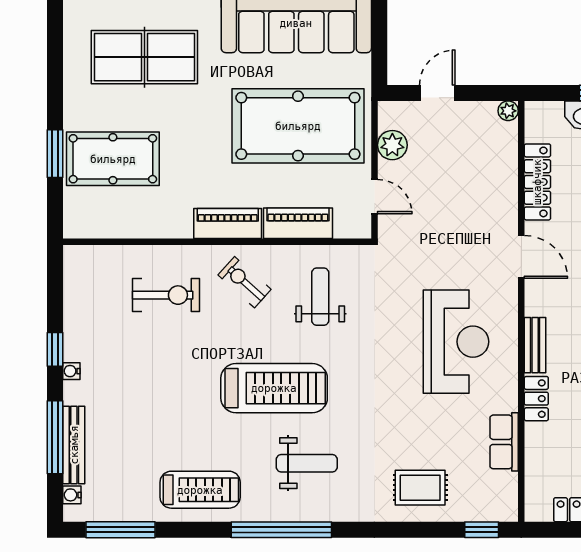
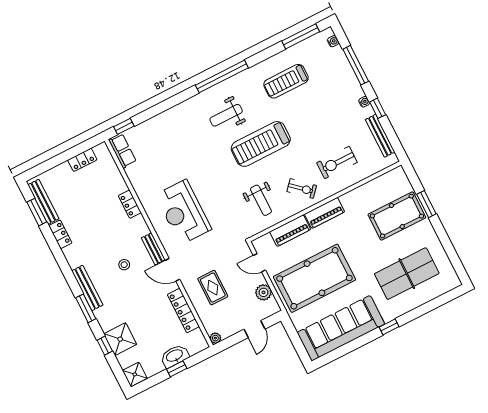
bench: (535, 345) -> (153, 249), moved
row of seats: (504, 442) -> (122, 151), moved
bench: (74, 445) -> (380, 136), moved
rug: (420, 488) -> (213, 288), moved, turned 90
treadmill: (200, 490) -> (286, 81), moved

